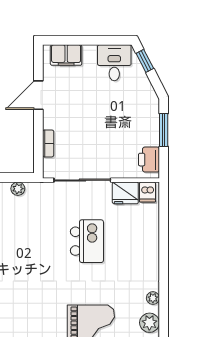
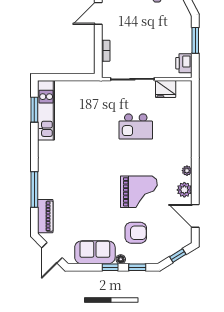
plant: (18, 189) -> (82, 86), removed
dishwasher: (147, 192) -> (183, 88), removed
kitchen island: (87, 241) -> (136, 127), turned 90

